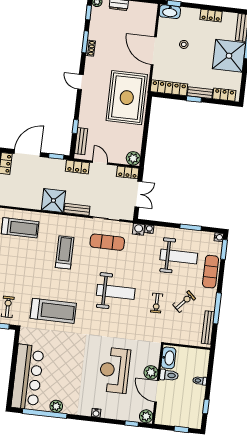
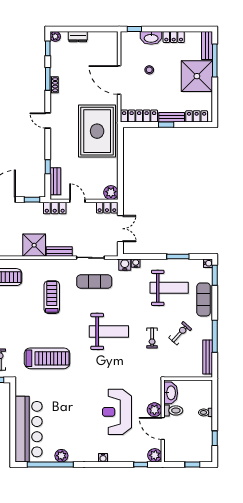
washbasin: (170, 12) -> (151, 38), moved

